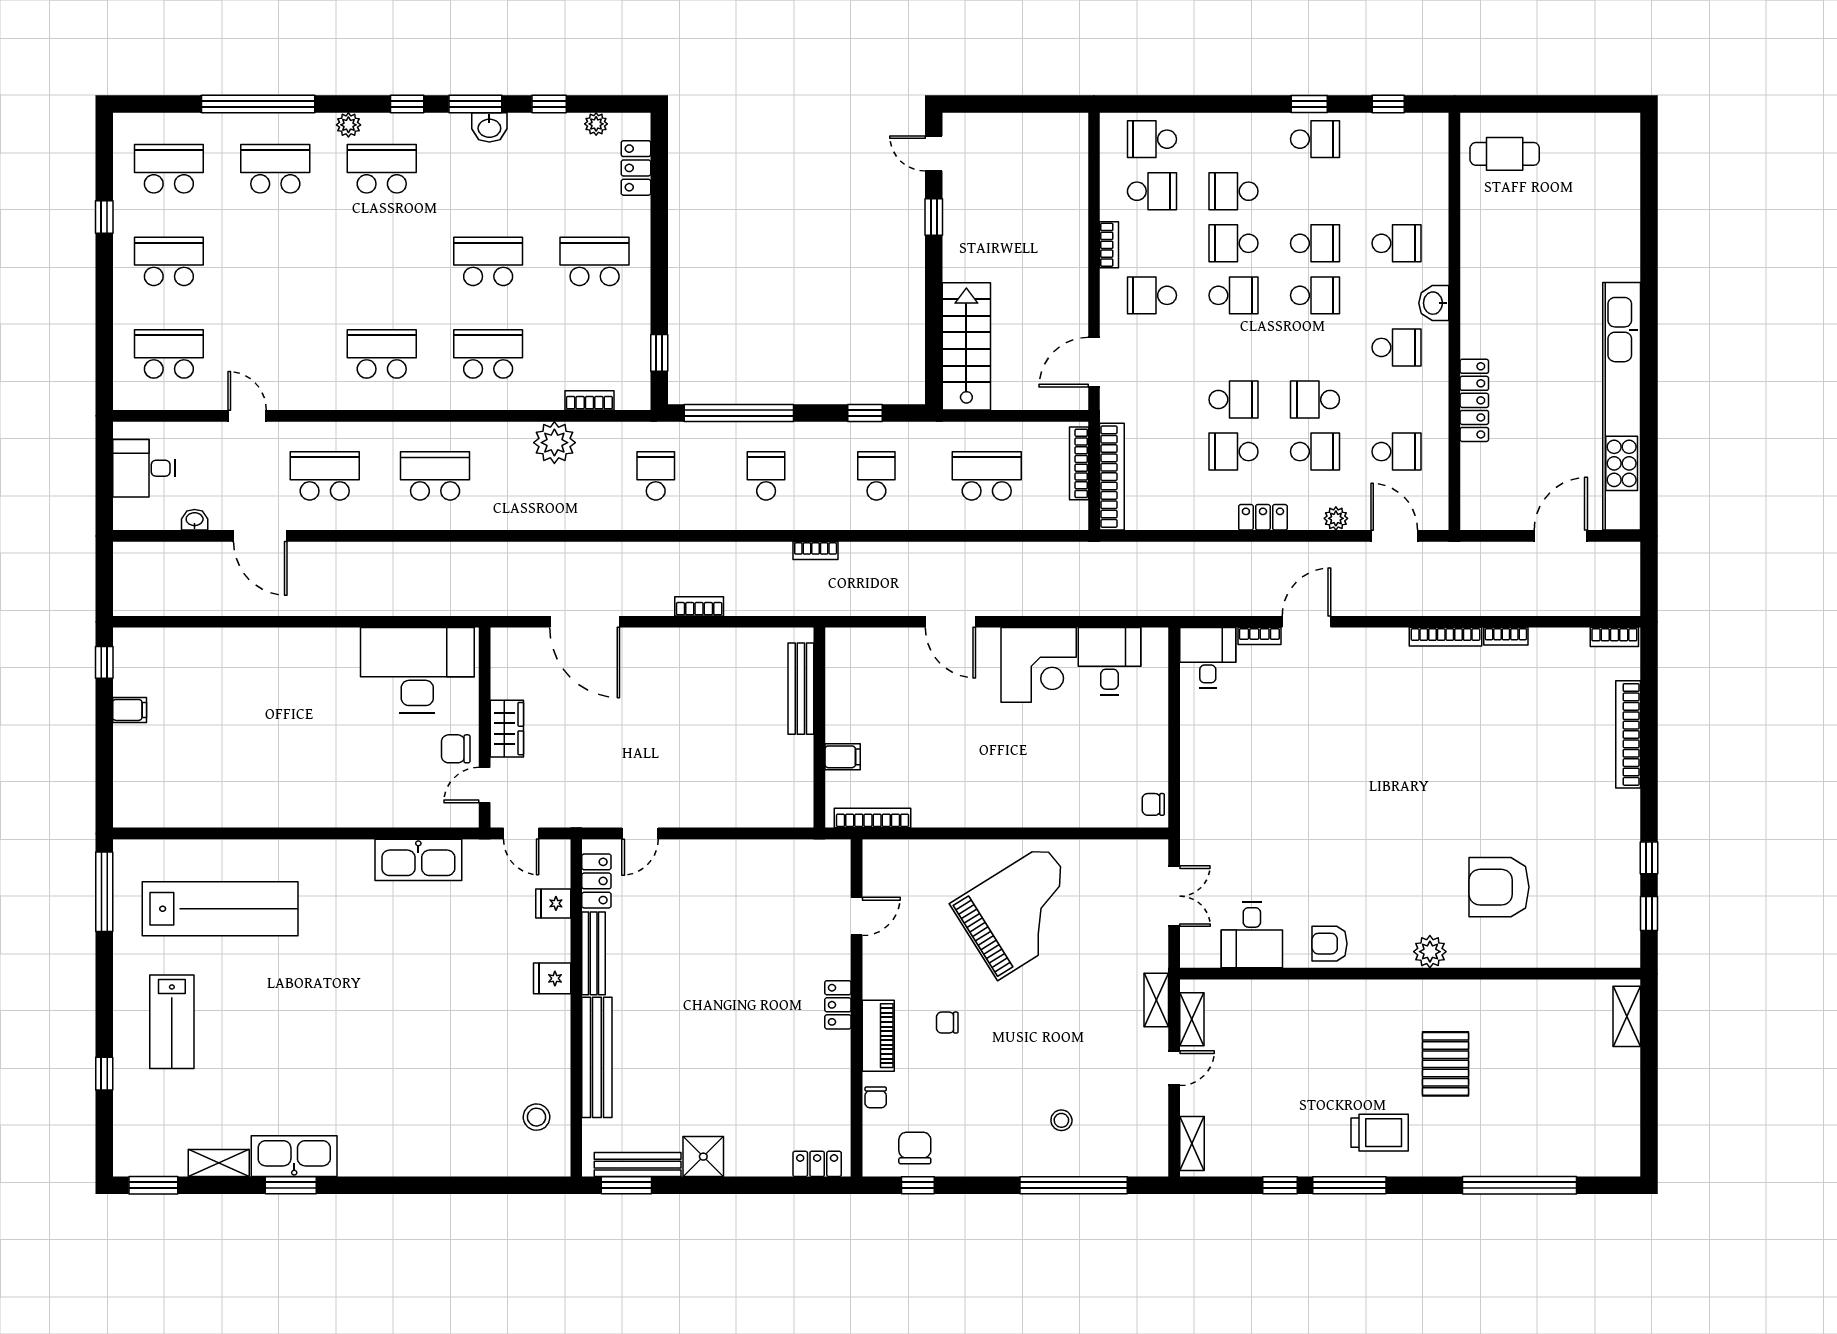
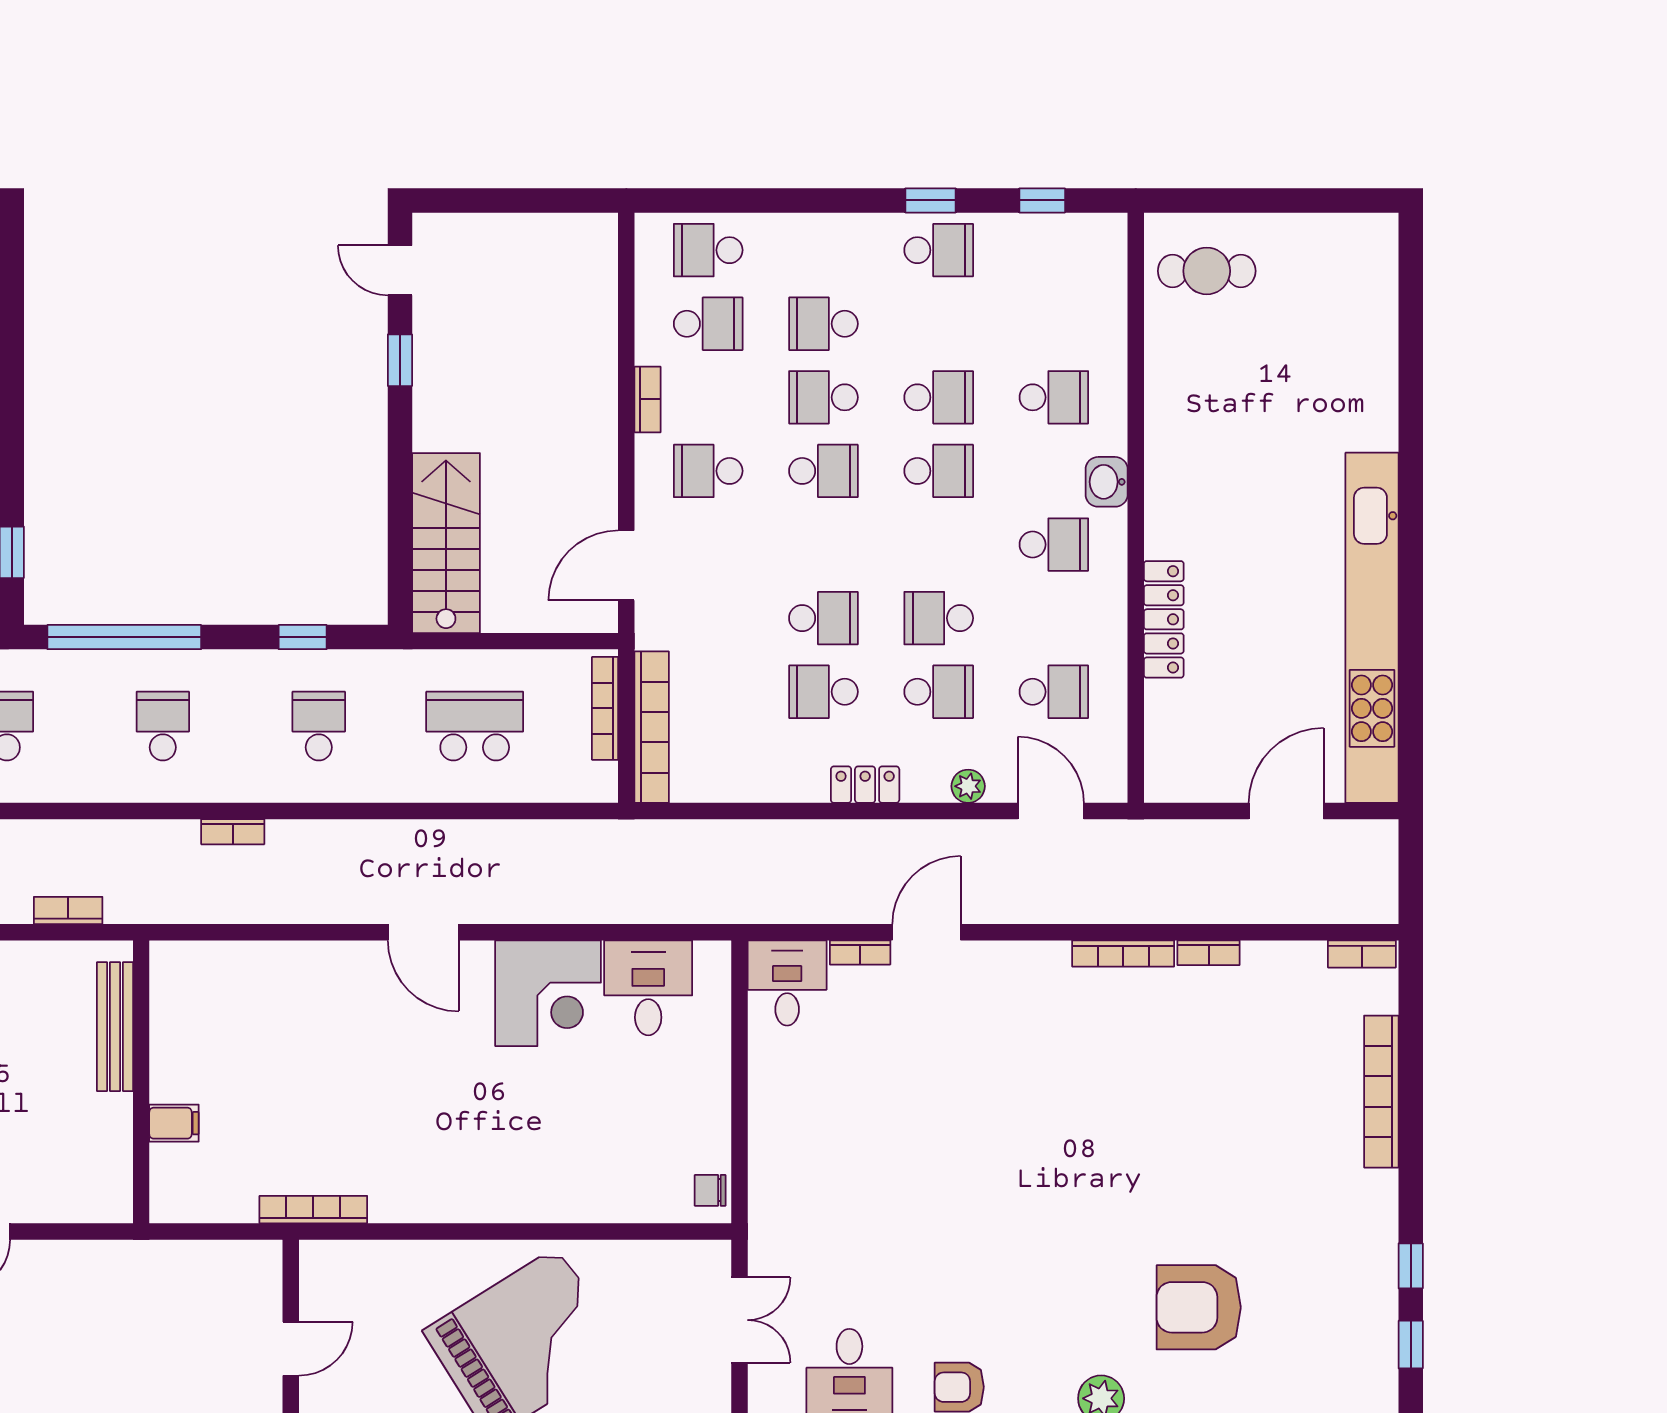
bench: (801, 689) -> (115, 1027), moved
wall: (819, 728) -> (141, 1082), moved
filing cabinet: (843, 757) -> (174, 1123), moved

